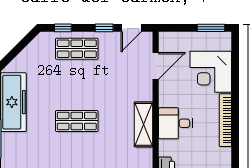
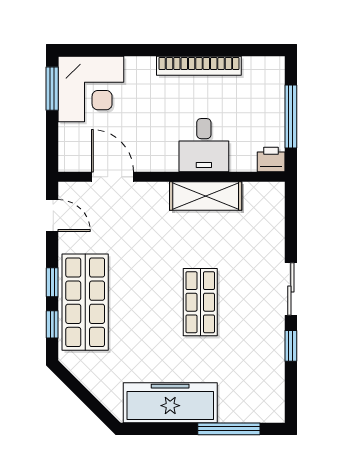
window: (104, 28) -> (52, 282), moved
shop shelf: (77, 49) -> (85, 302), width x1.43, depth x1.36
corner desk: (211, 72) -> (91, 89), moved

